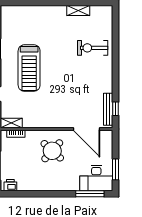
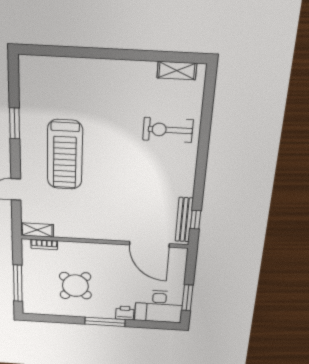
shelving: (78, 10) -> (177, 70), moved
round table: (52, 151) -> (75, 286), moved
printer: (10, 185) -> (125, 313), moved
window: (90, 194) -> (105, 322), moved

